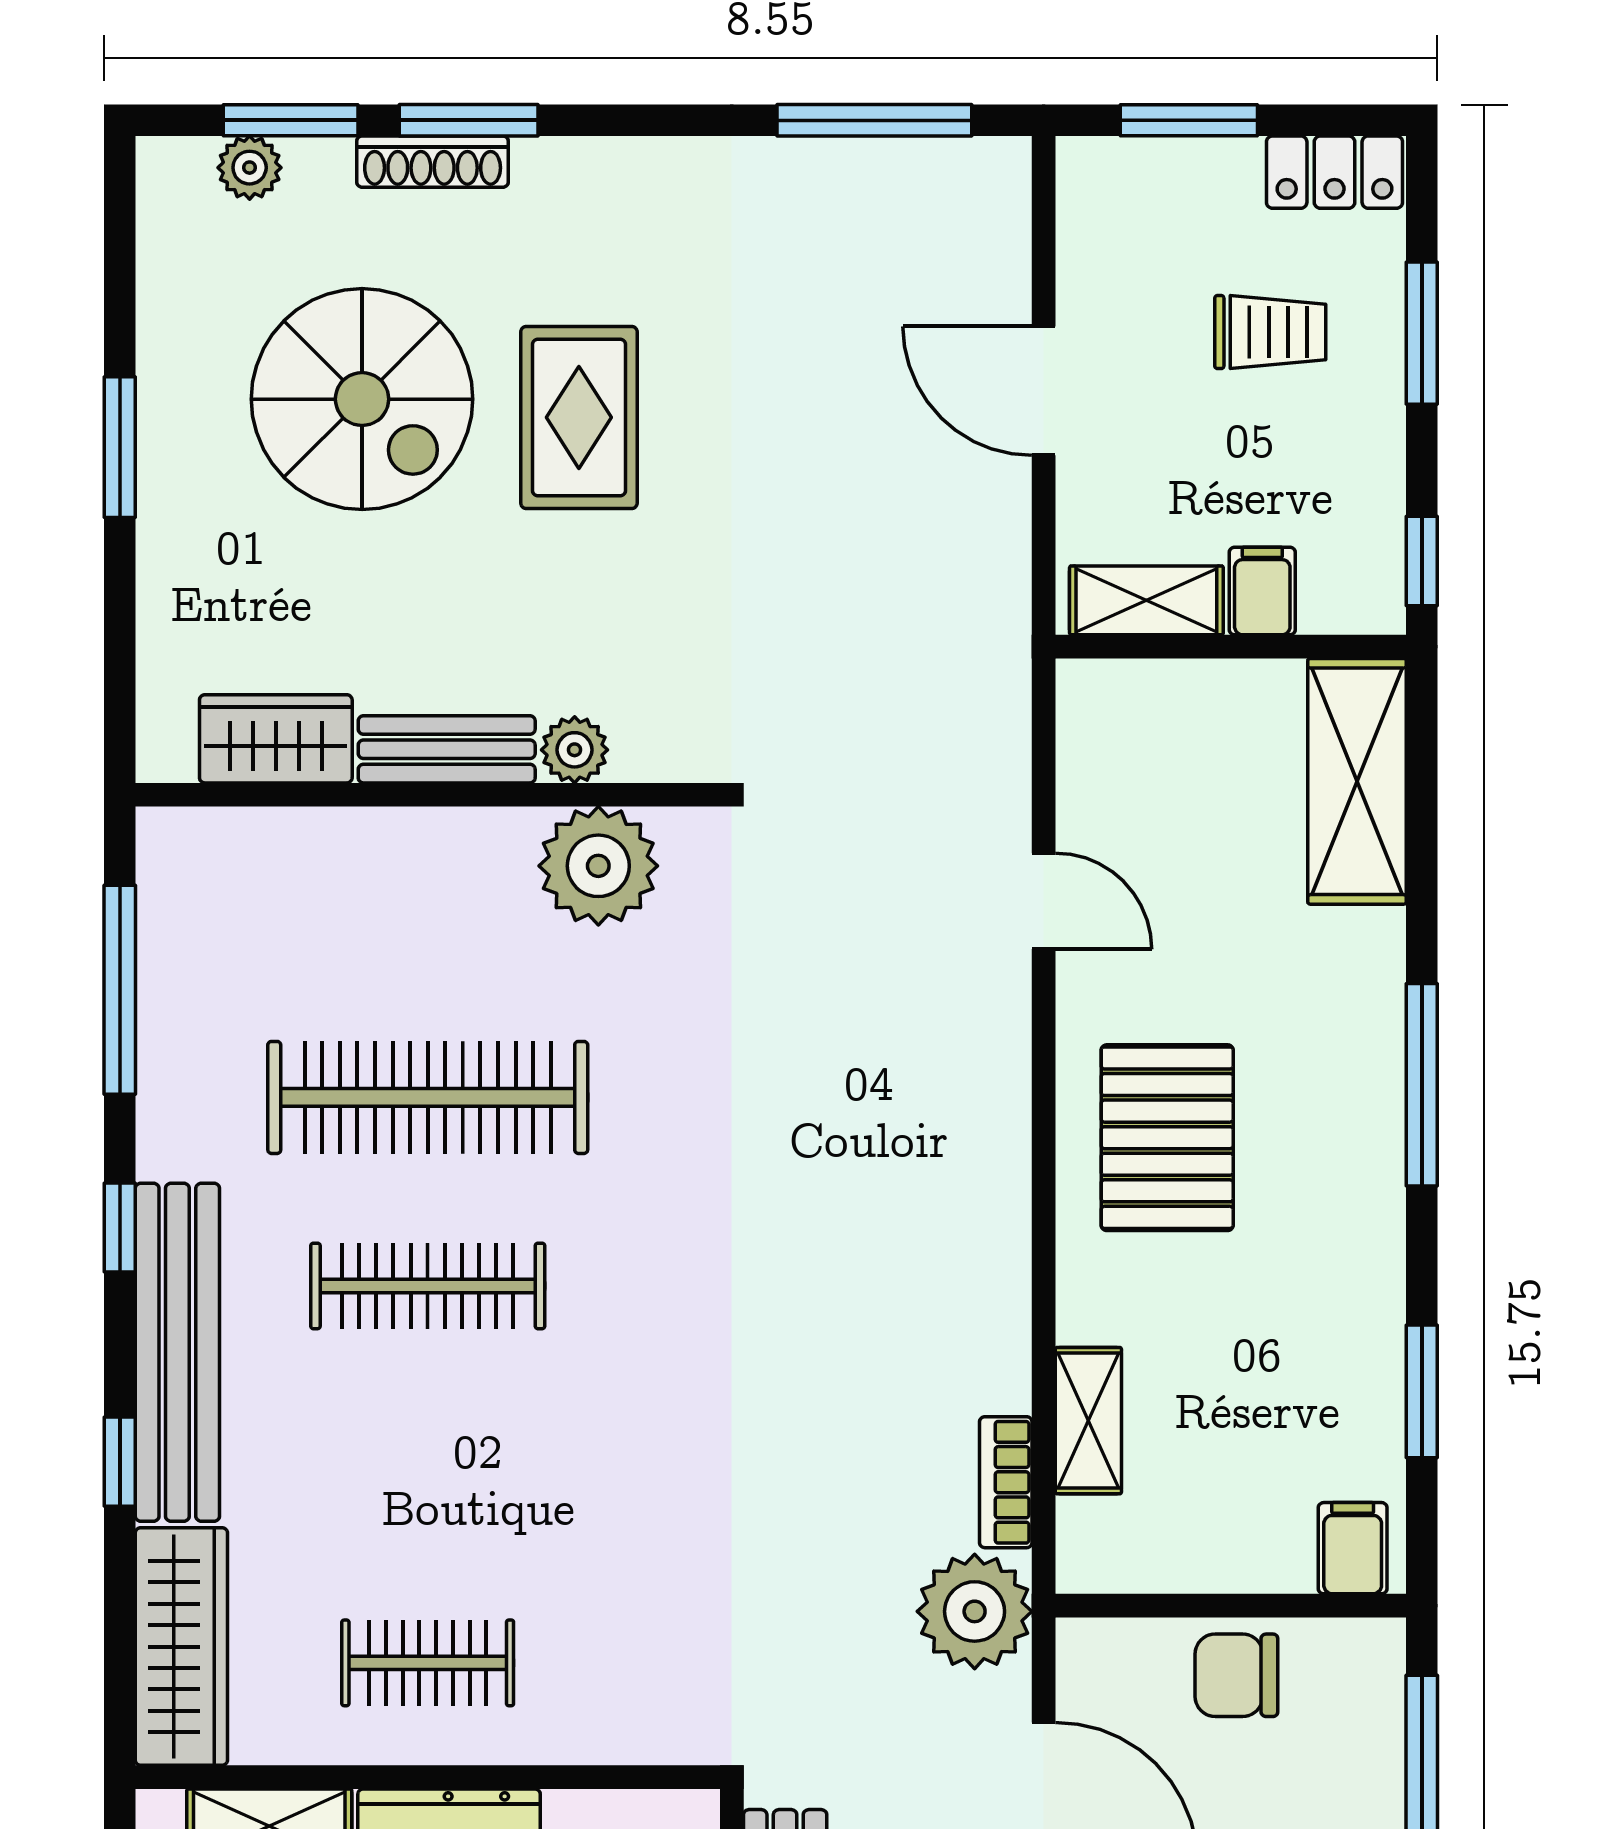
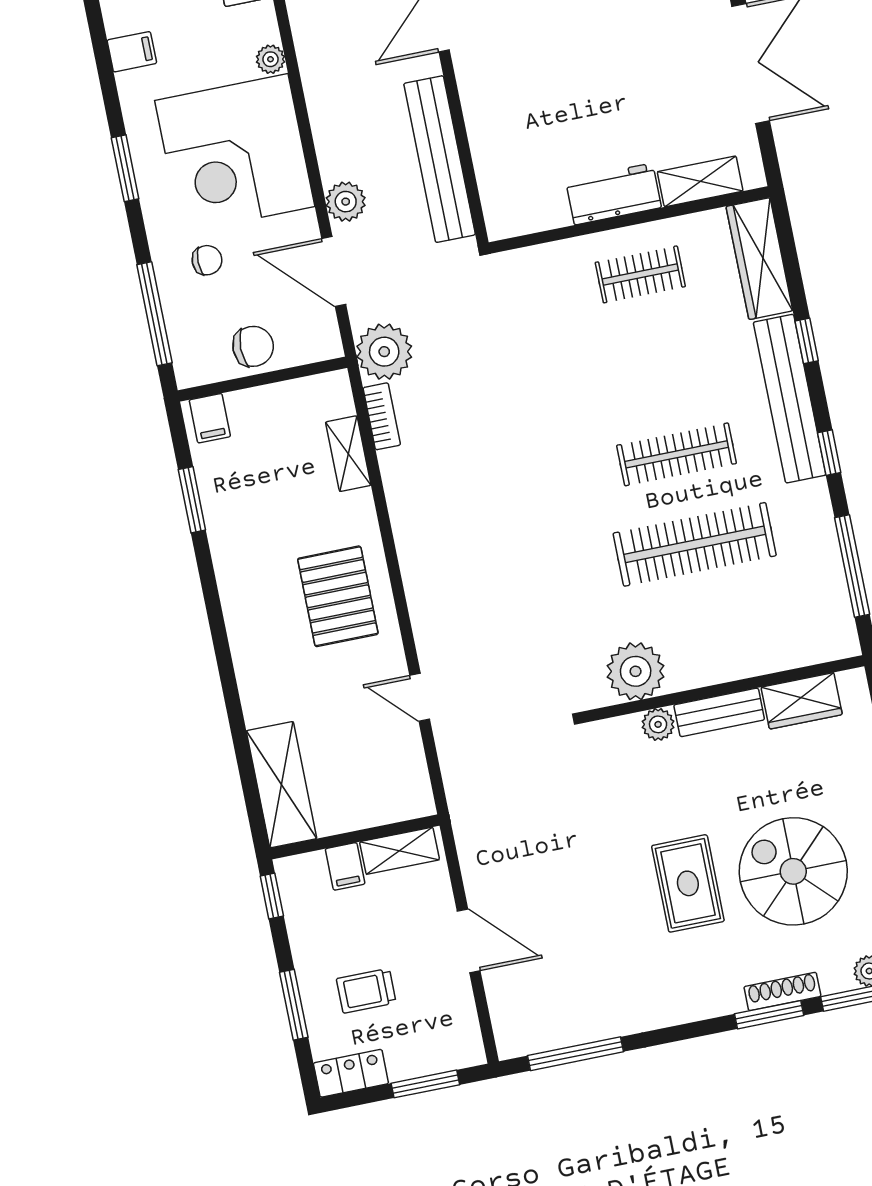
window: (1422, 1085) -> (221, 646), removed

